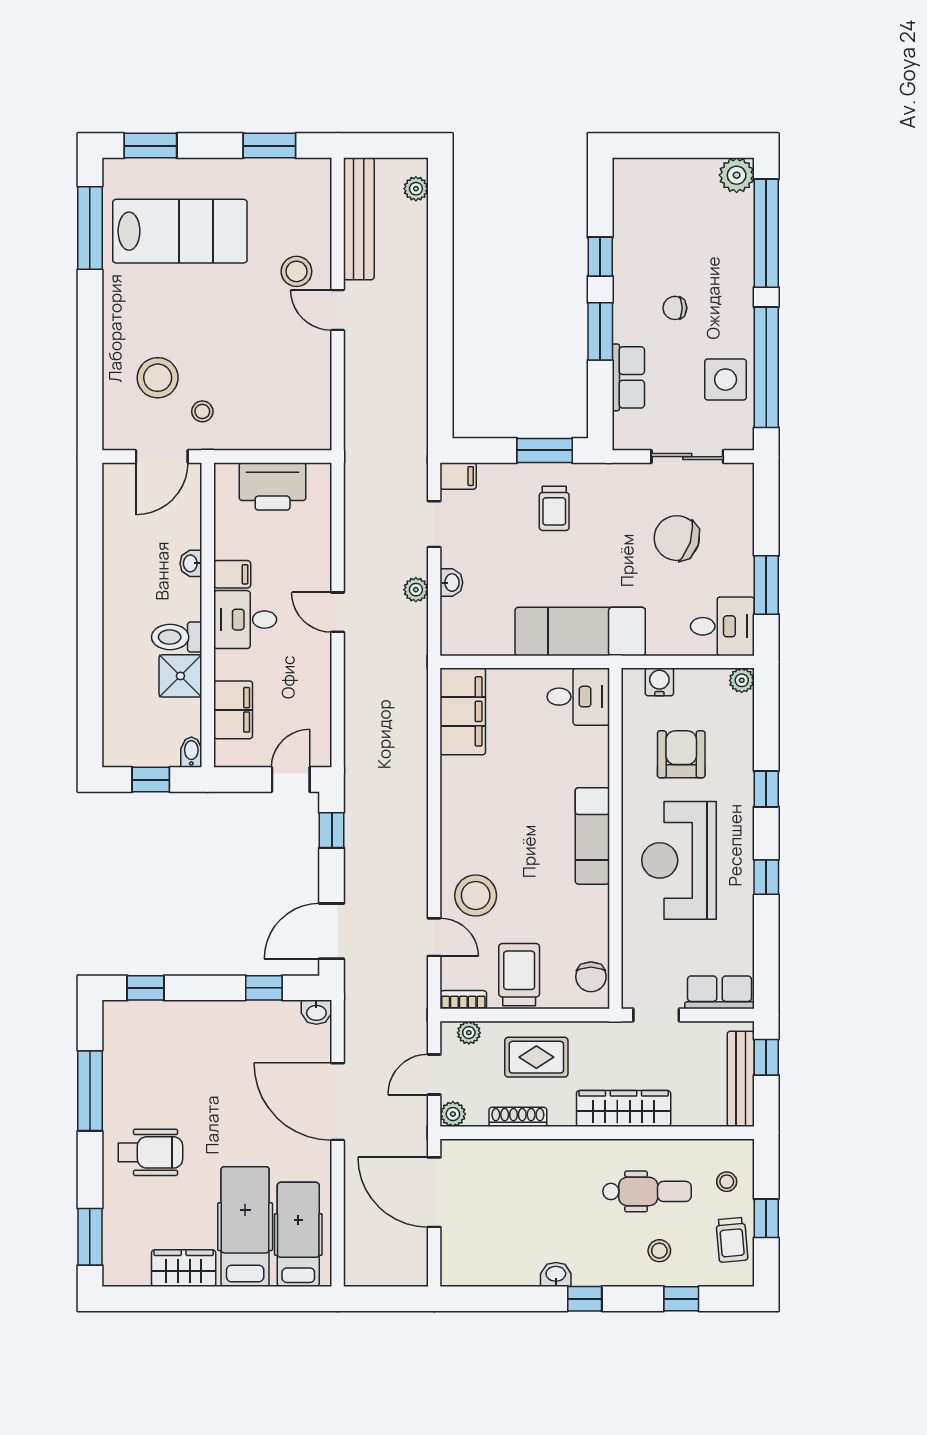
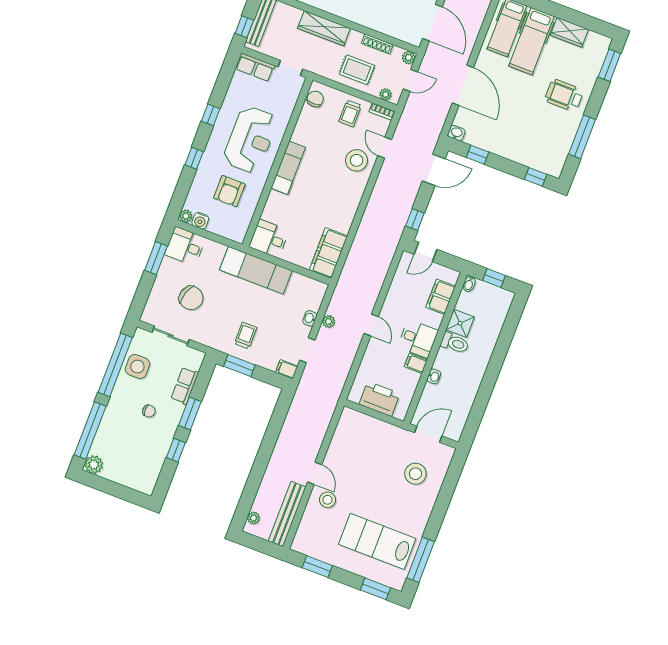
stool: (202, 411) -> (400, 449), removed
water cooler: (659, 682) -> (200, 221), moved
trolley: (519, 975) -> (350, 113), width x0.73, depth x0.72

